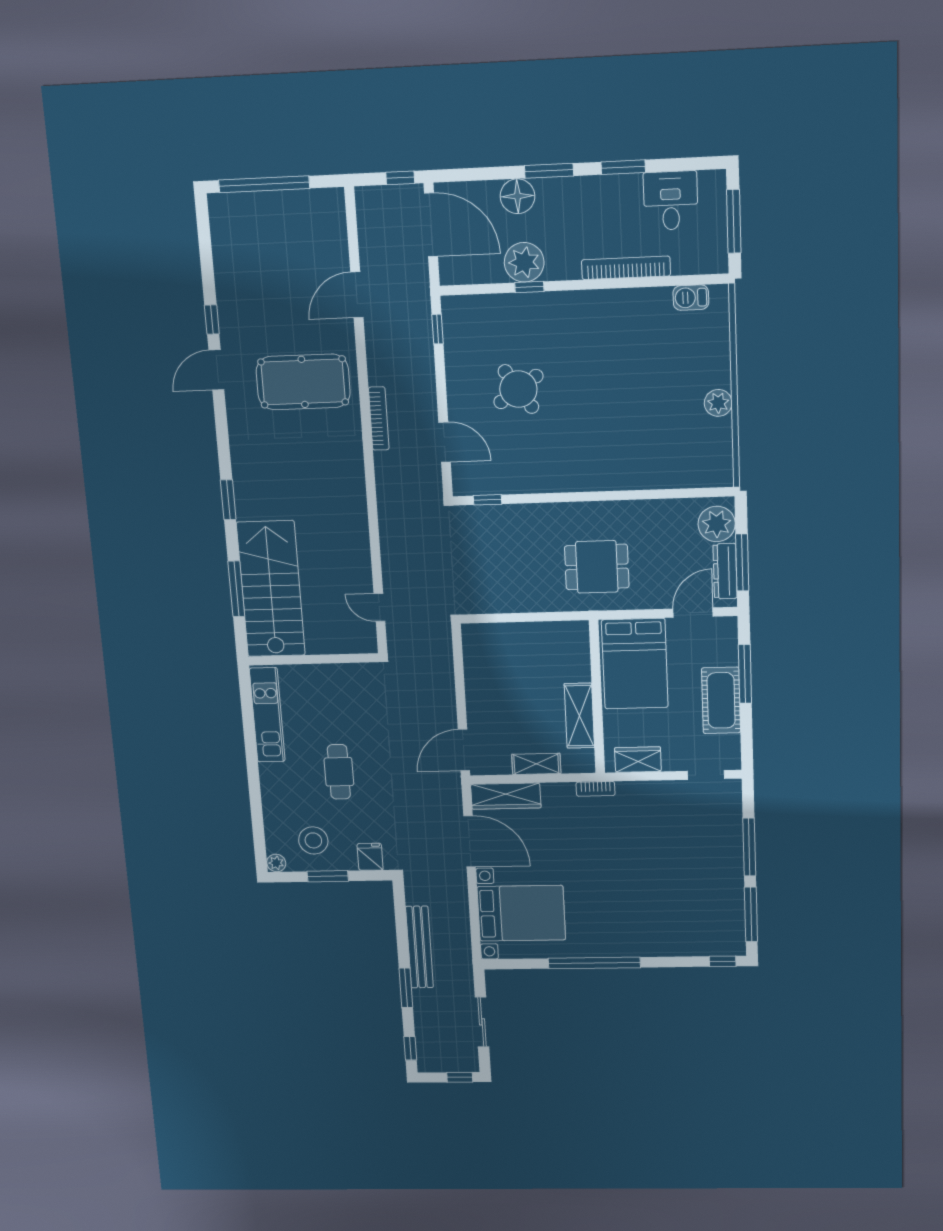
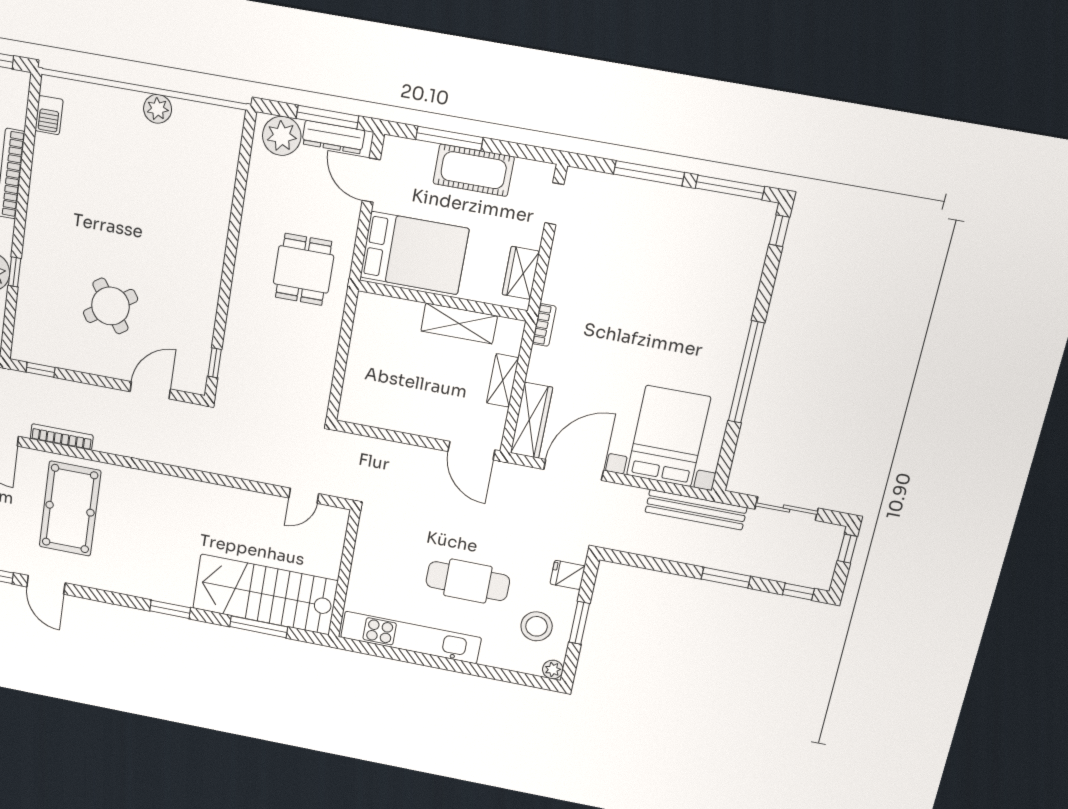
bookcase: (379, 418) -> (62, 437), moved
kitchen unit: (267, 715) -> (411, 637), width x1.36
cafe table: (339, 772) -> (468, 581), width x1.37, depth x1.35
bench: (420, 947) -> (696, 510), moved

